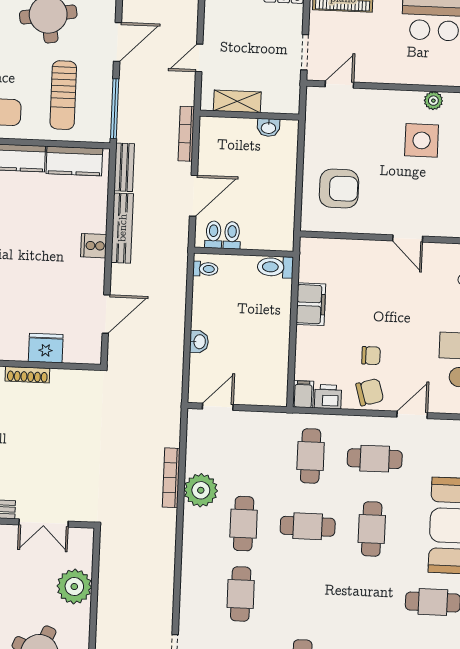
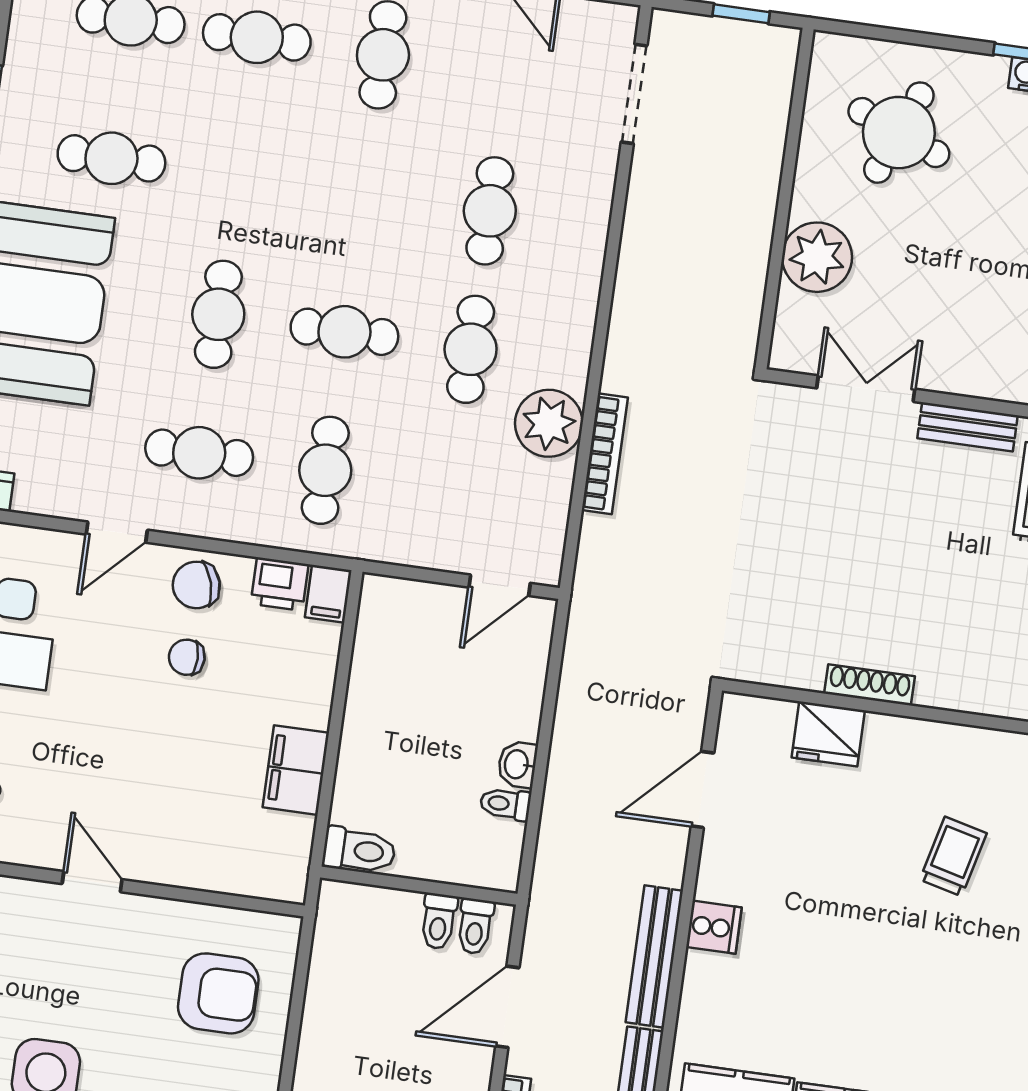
armchair: (339, 189) -> (218, 993), turned 180
toilet: (205, 269) -> (505, 804), moved
washbasin: (199, 342) -> (517, 764), moved

